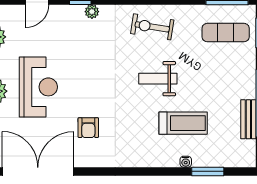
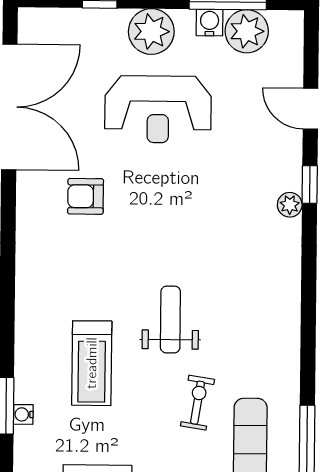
exercise bike: (152, 27) -> (197, 403), moved, width x0.73, depth x0.72
water cooler: (186, 162) -> (23, 414), moved

